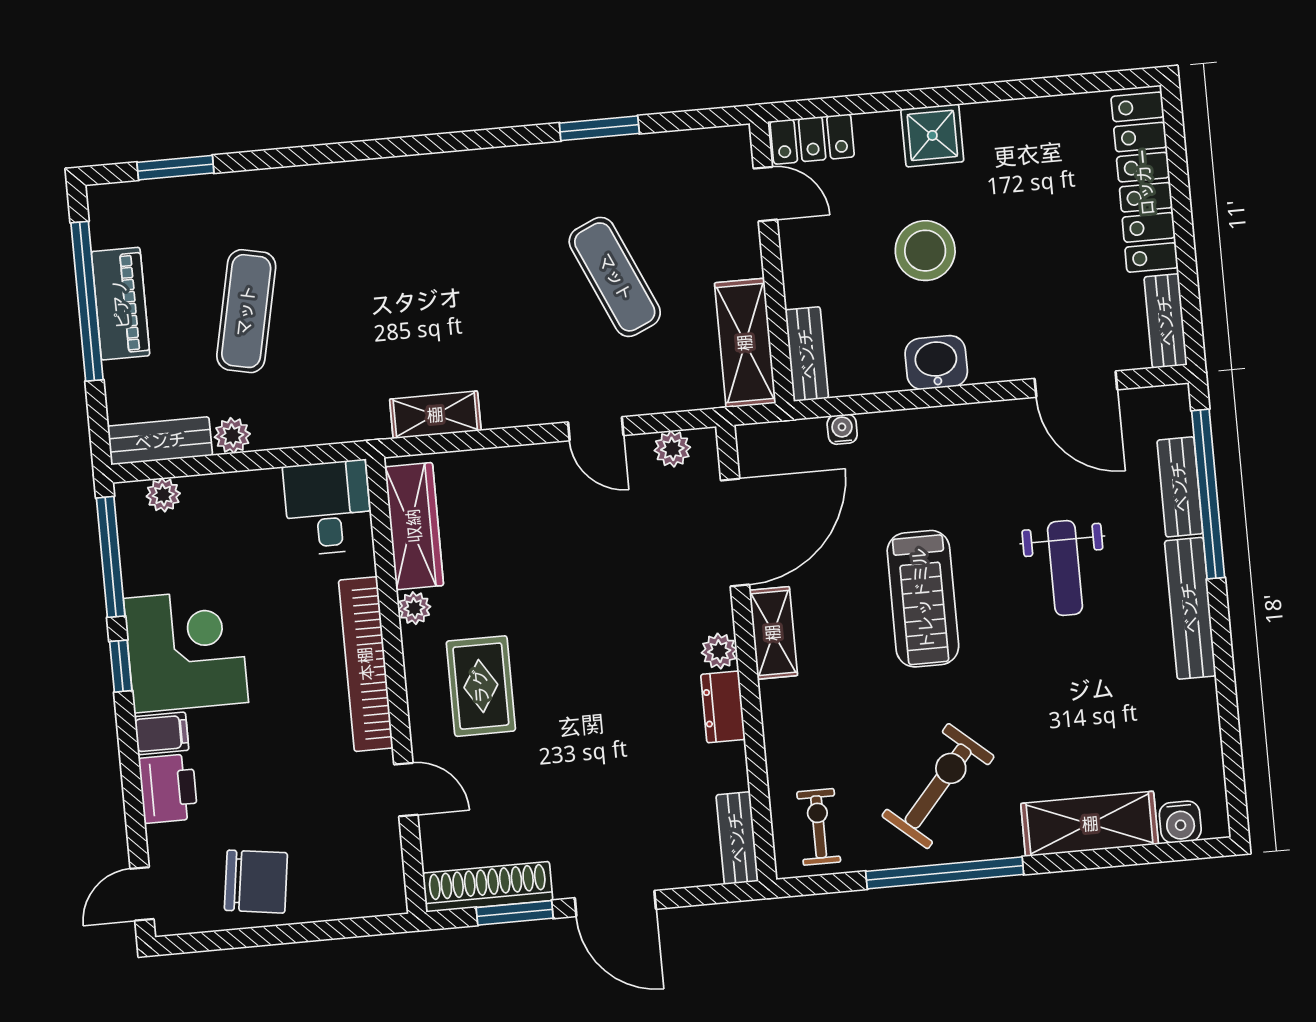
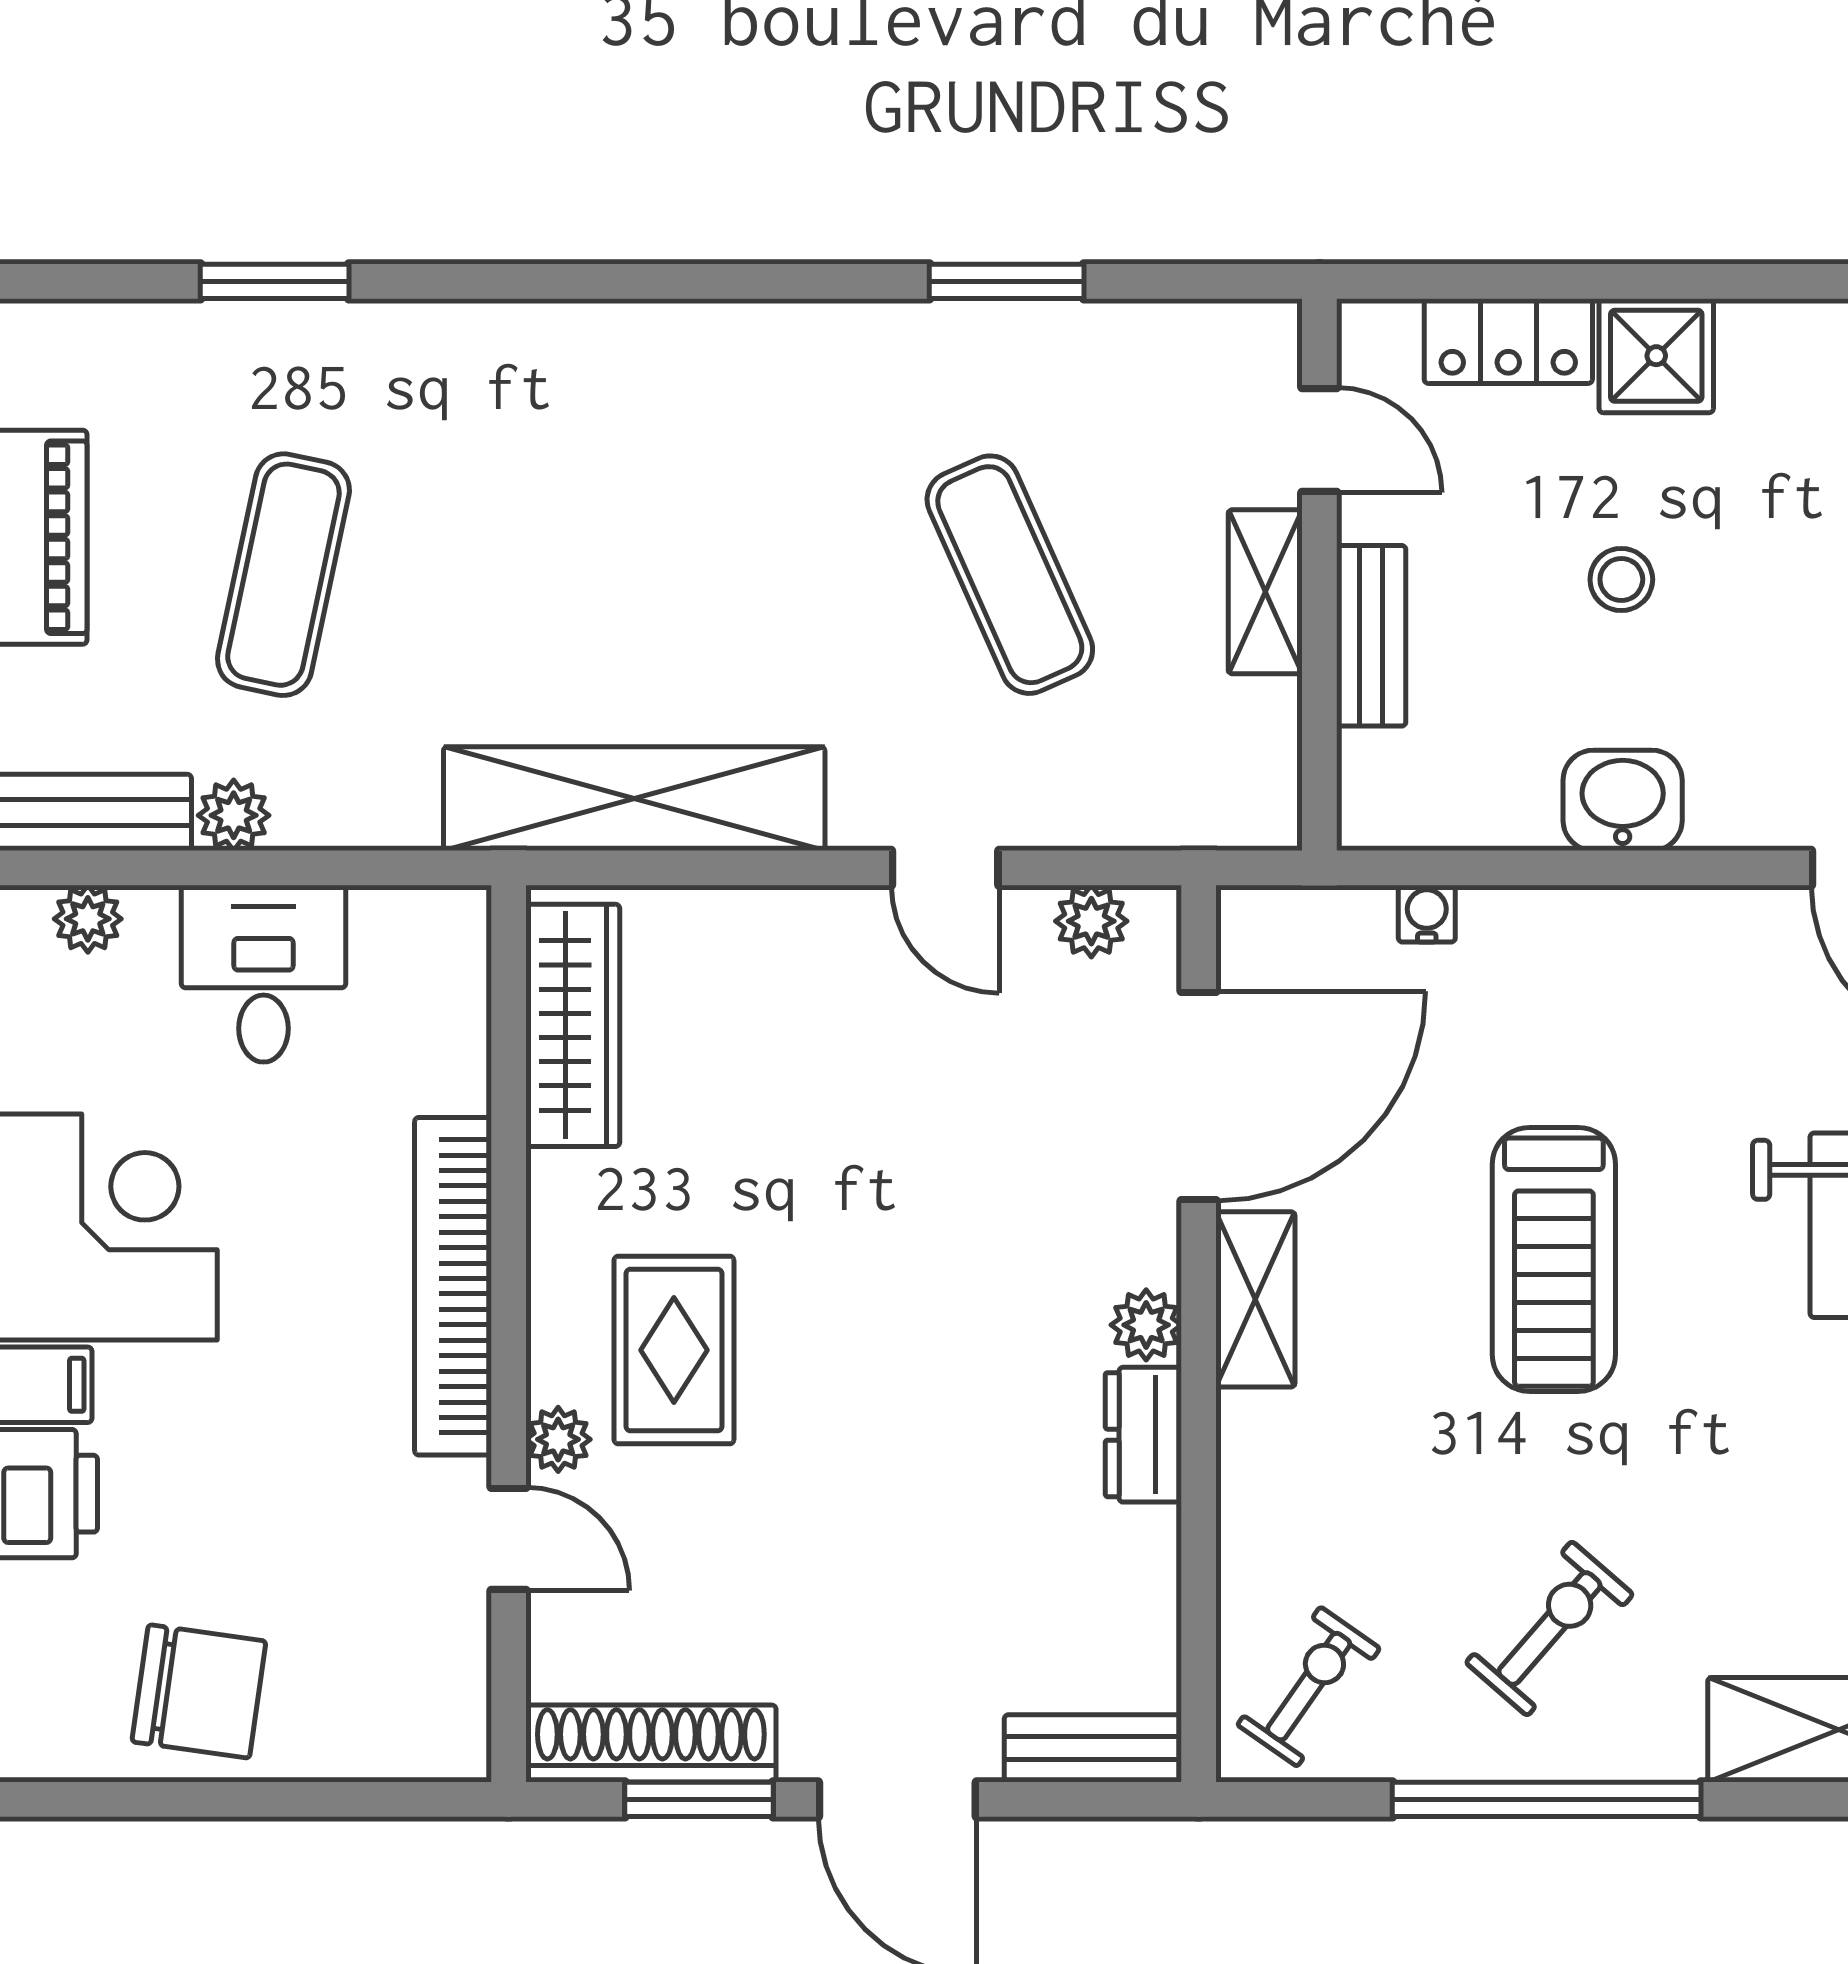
locker: (812, 139) -> (1508, 341), moved
window: (175, 168) -> (275, 281), moved
stool: (925, 251) -> (1621, 579), width x0.53, depth x0.53
shelving: (745, 343) -> (1265, 592), moved, width x0.67, depth x0.75
bench: (807, 354) -> (1371, 636), moved
shelving: (435, 415) -> (634, 799), width x2.20, depth x1.33
desk: (328, 508) -> (263, 974), moved
plant: (414, 608) -> (558, 1439), moved
exercise bike: (938, 786) -> (1549, 1628), width x0.73, depth x0.72
exercise bike: (819, 827) -> (1309, 1687), turned 35
bench: (737, 838) -> (1093, 1748), moved, turned 90

